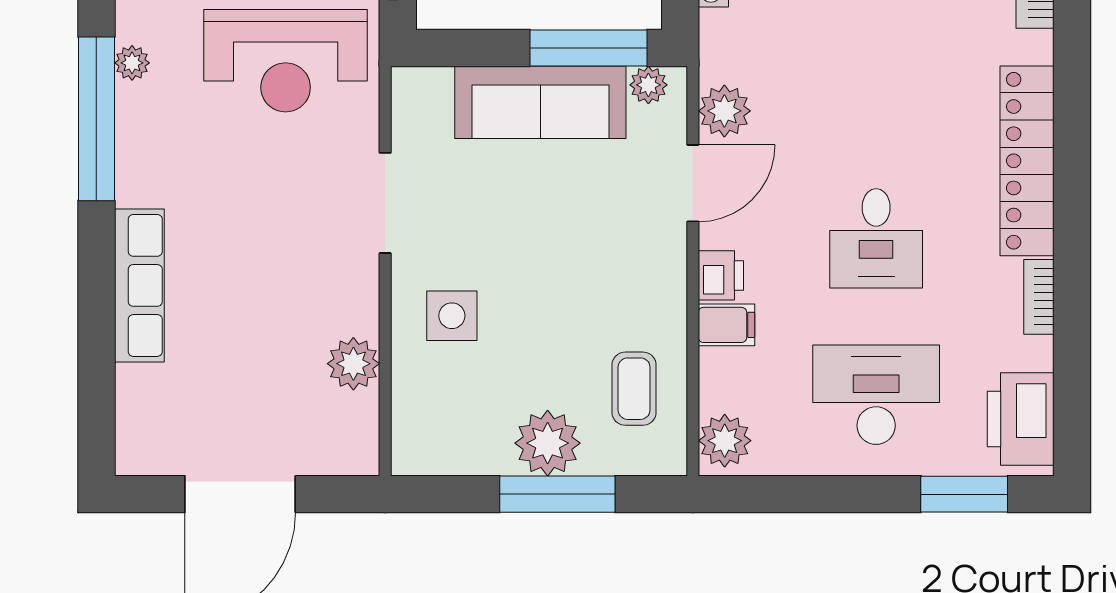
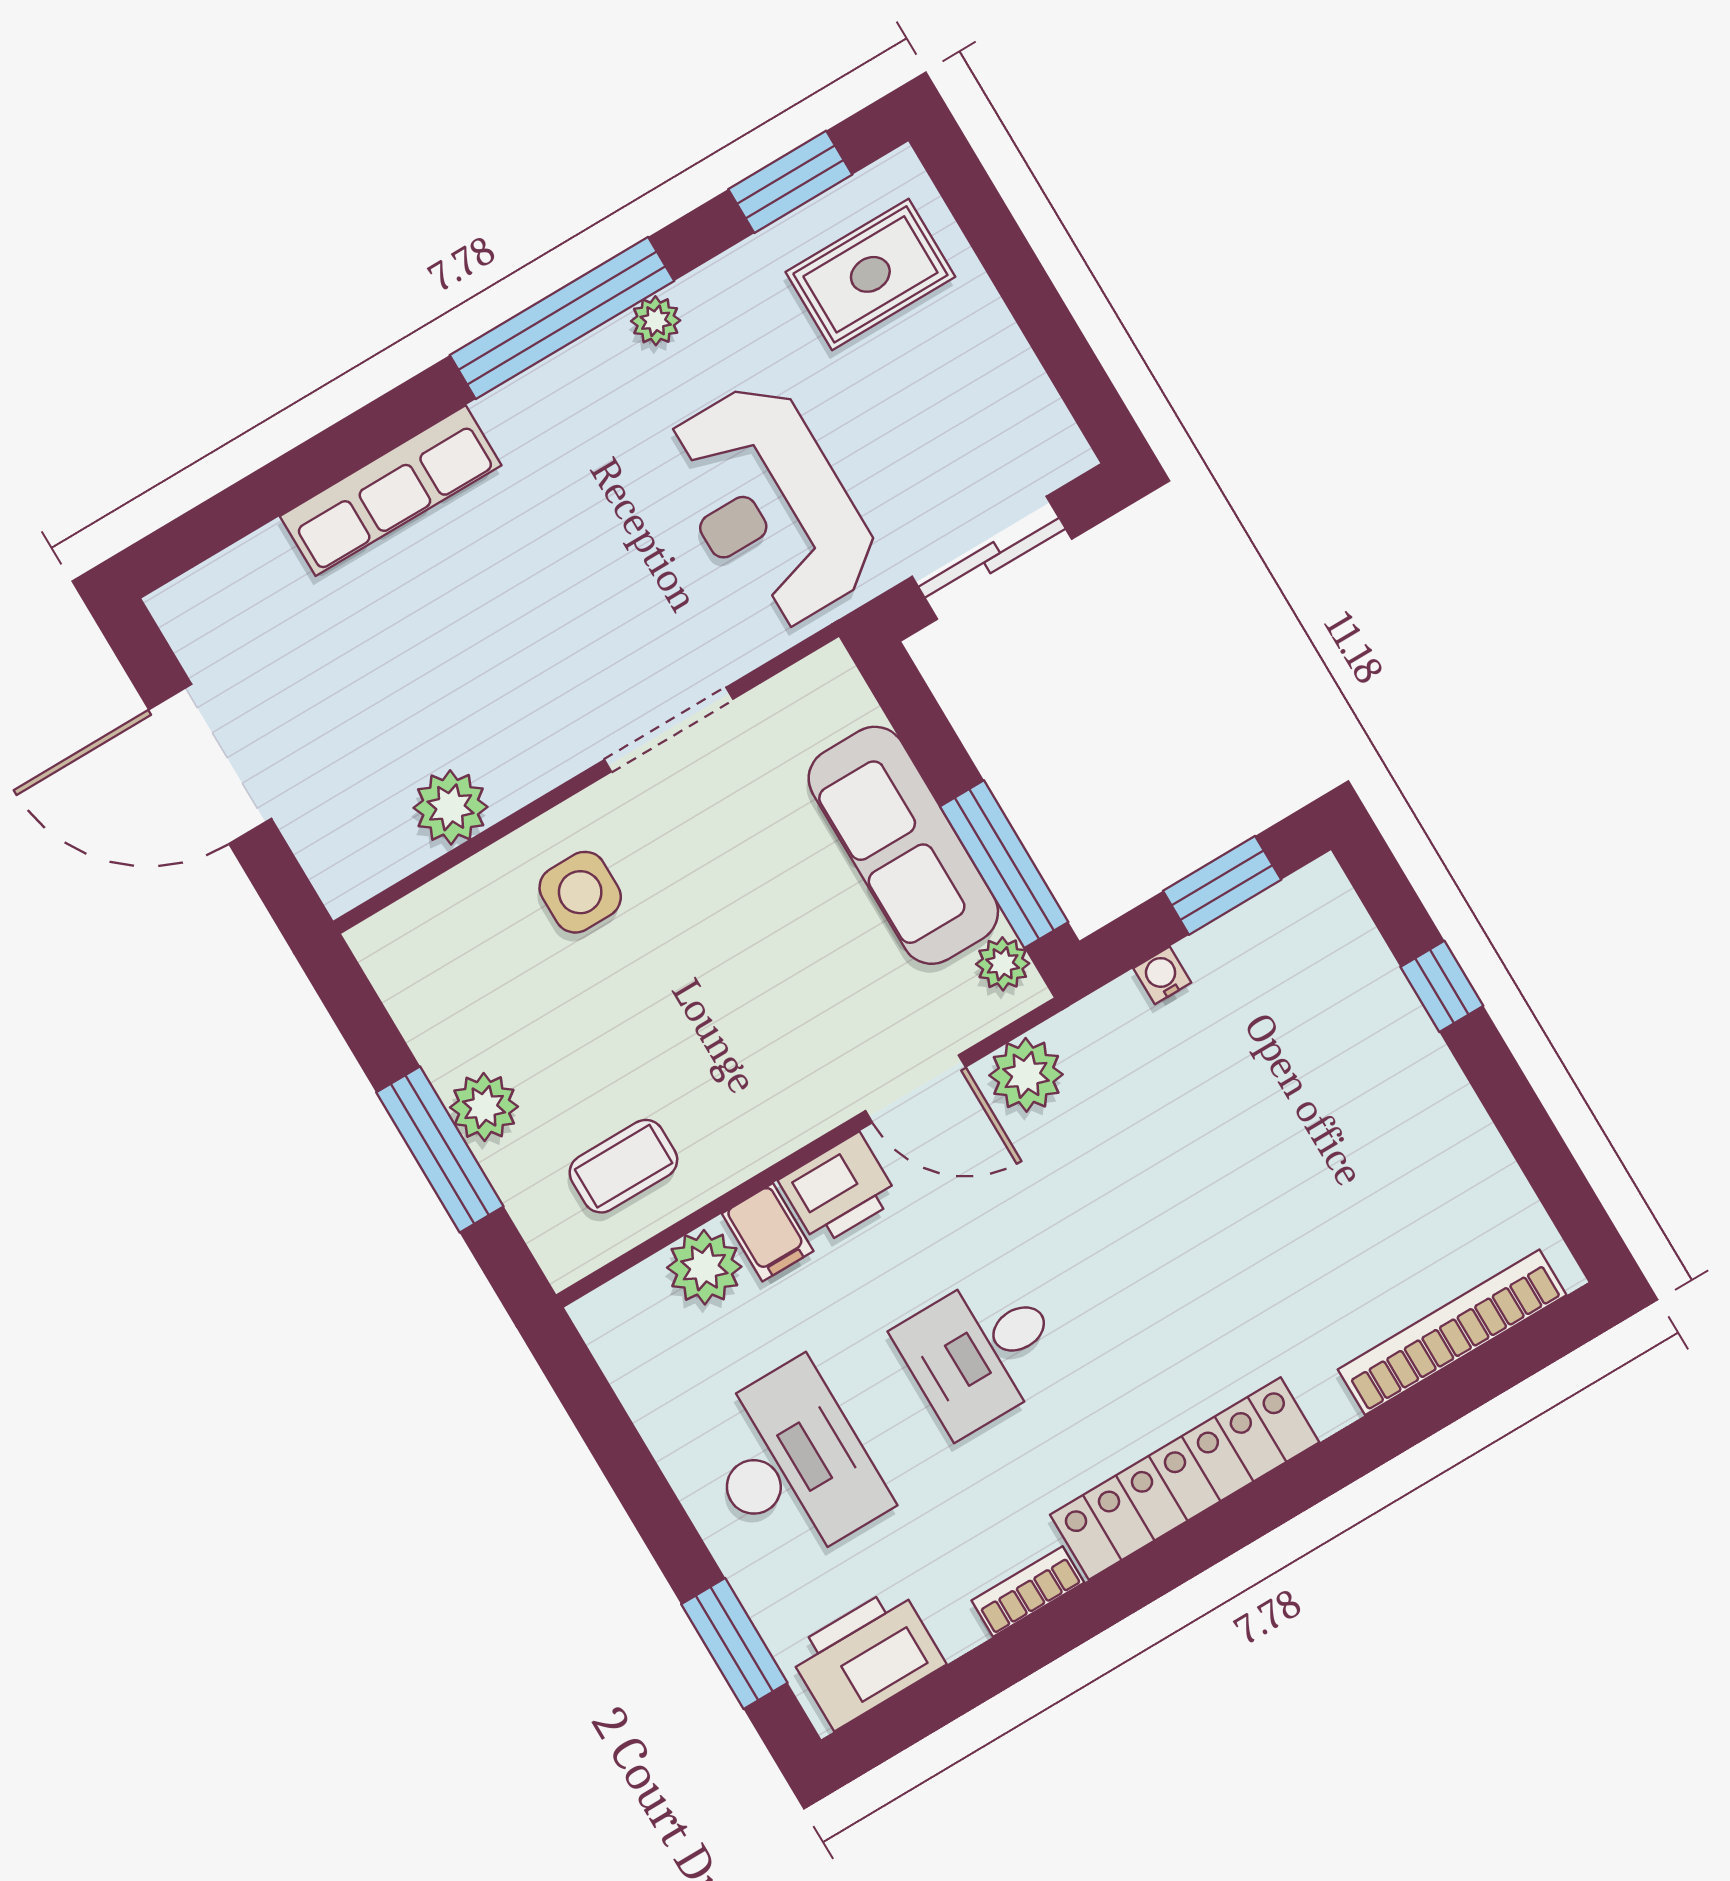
printer: (721, 275) -> (839, 1190), width x1.36, depth x1.24
plant: (725, 441) -> (704, 1267), moved
plant: (548, 443) -> (484, 1107), width x0.73, depth x0.73

